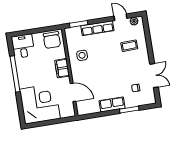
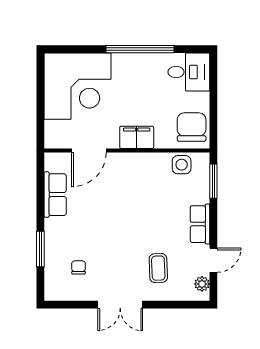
row of seats: (97, 28) -> (200, 224), width x0.68
chair: (52, 40) -> (192, 127), turned 90
side table: (82, 55) -> (182, 165), moved
double door: (154, 76) -> (120, 305), moved
row of seats: (112, 104) -> (55, 195), moved

